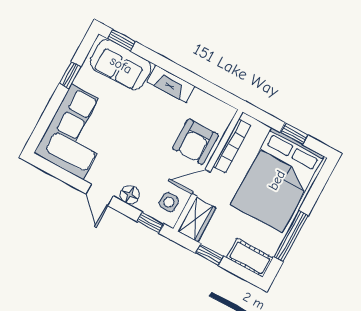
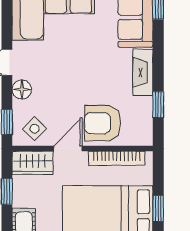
window: (206, 86) -> (158, 105), added
door: (201, 183) -> (68, 148), hinge flipped
side table: (169, 202) -> (35, 129), turned 45

